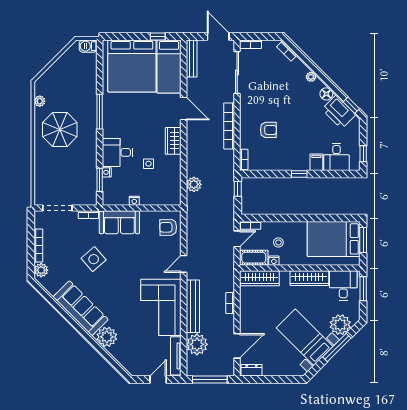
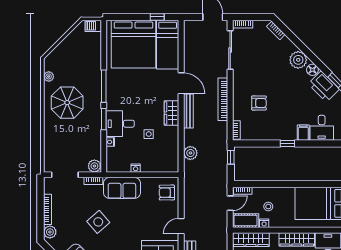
bench: (192, 59) -> (188, 111), moved
plant: (311, 77) -> (298, 60), width x1.88, depth x1.88
window: (100, 180) -> (104, 119), moved
plant: (90, 198) -> (94, 166), added

